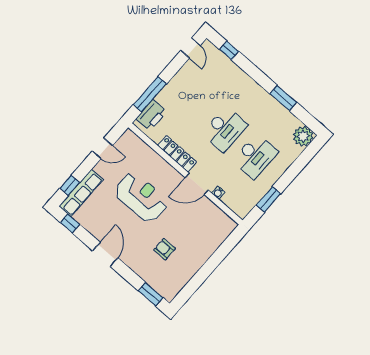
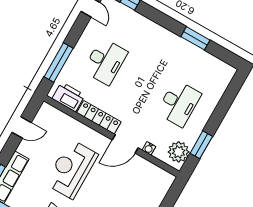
printer: (151, 115) -> (69, 97), moved, turned -90
desk: (225, 129) -> (105, 61), moved
plant: (303, 136) -> (179, 152), moved
reception desk: (141, 197) -> (71, 169), turned -90

